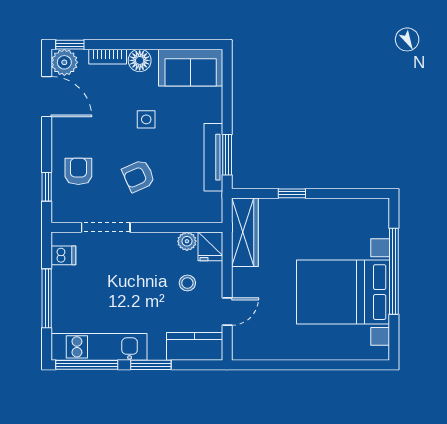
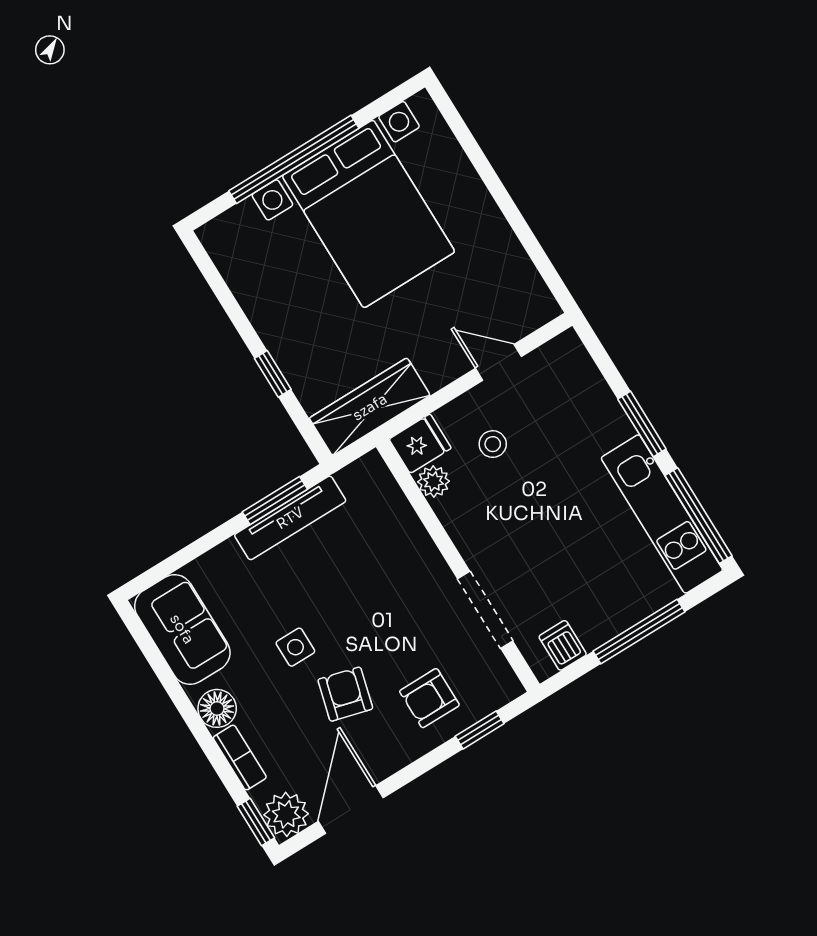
armchair: (139, 176) -> (345, 694), moved, turned -141
kitchen counter: (195, 346) -> (577, 378), removed

